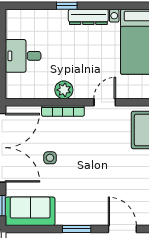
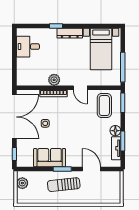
desk: (23, 56) -> (28, 47), moved
door: (105, 102) -> (80, 88), swing flipped
sofa: (30, 211) -> (50, 158), moved

